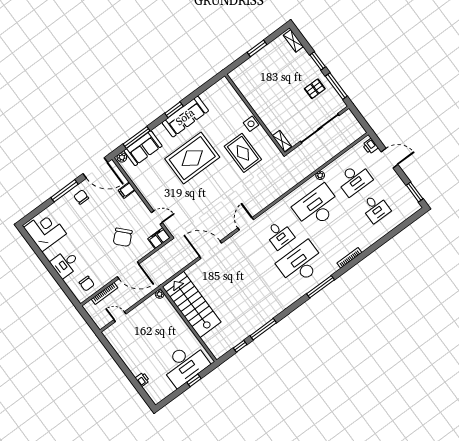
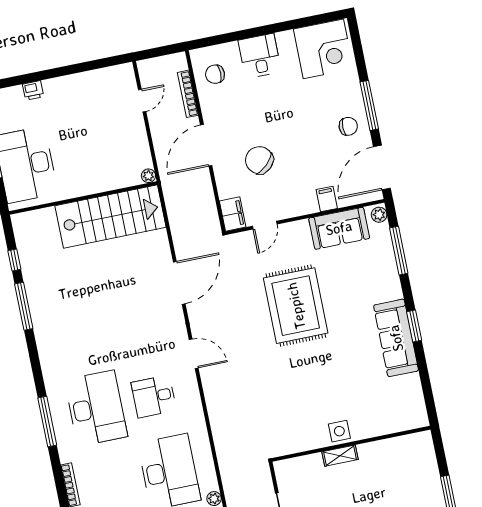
shelving: (282, 141) -> (340, 456), moved
sofa: (143, 148) -> (339, 228), moved, turned -90
rug: (243, 153) -> (301, 399), removed
rug: (192, 158) -> (296, 306), moved

